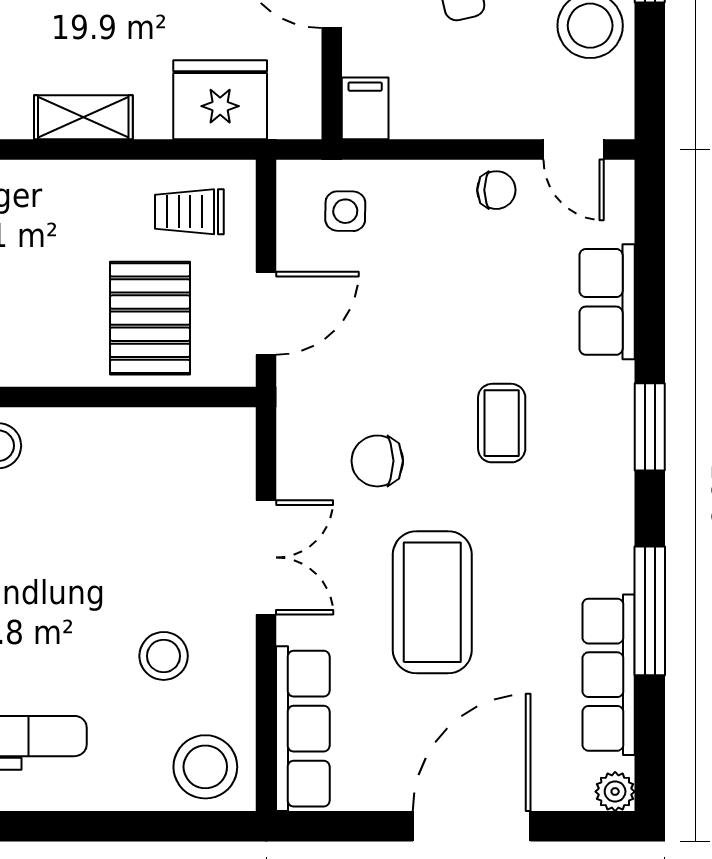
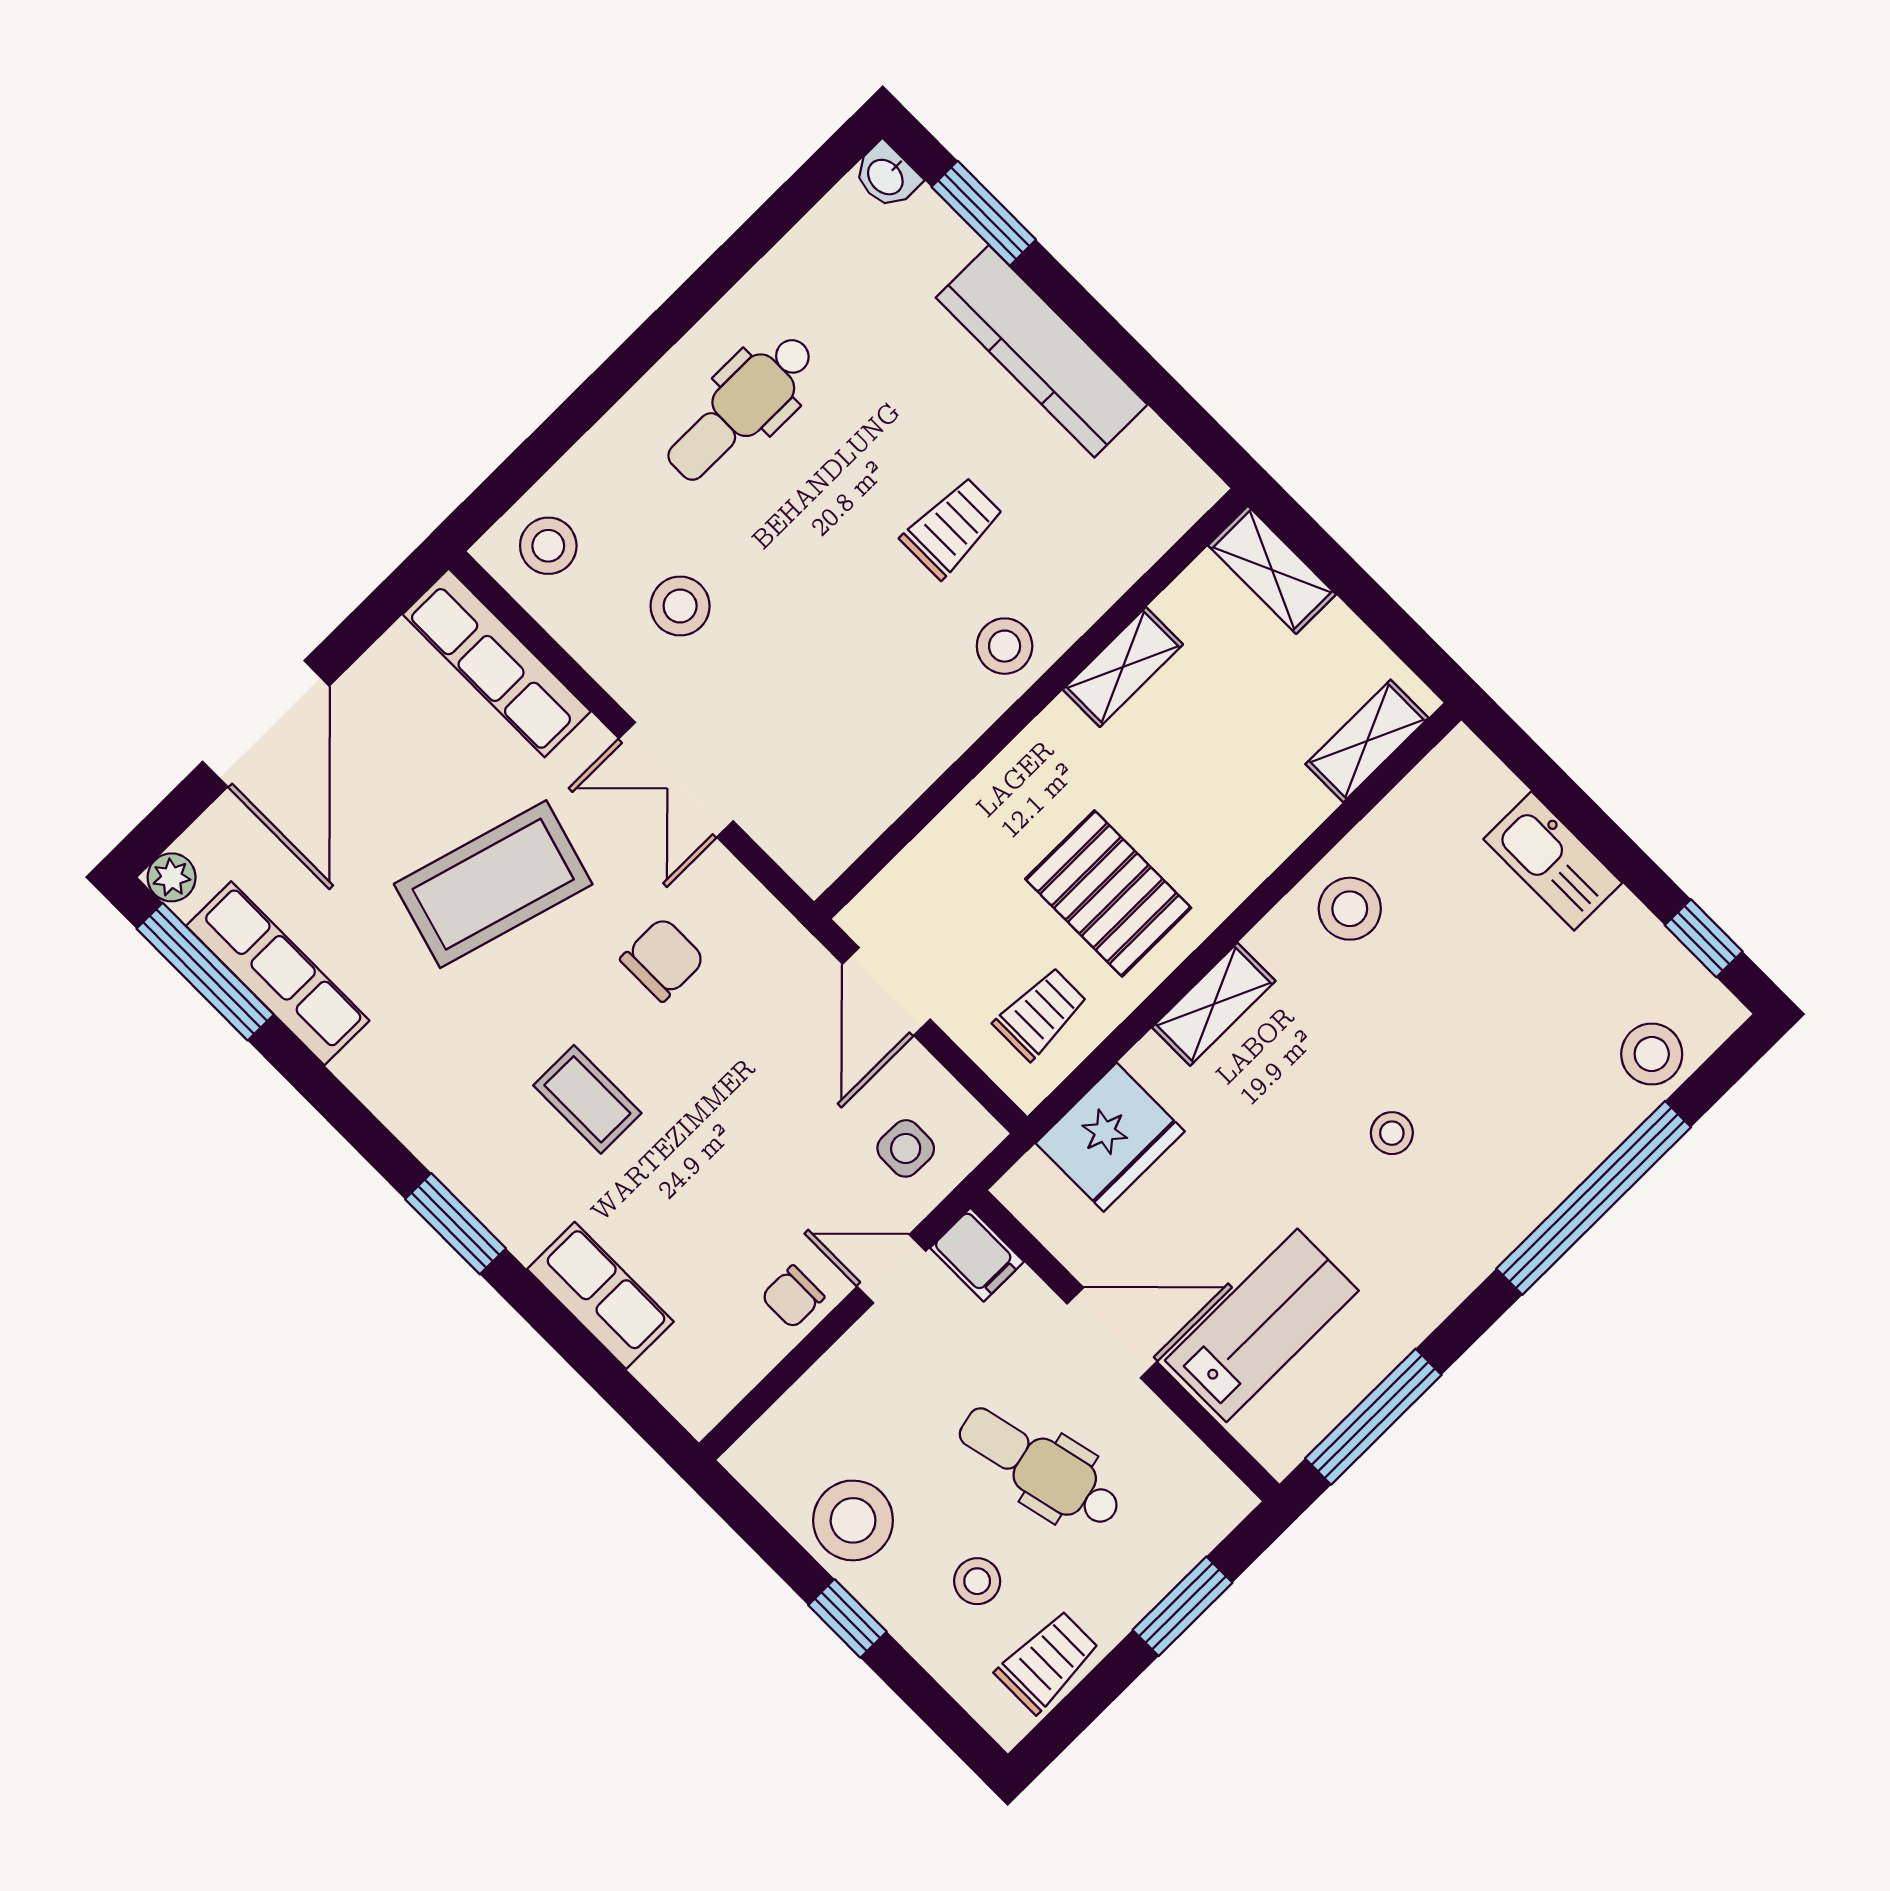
door: (574, 150) -> (891, 1269), moved
pallet: (150, 318) -> (1108, 893), moved
coffee table: (432, 602) -> (493, 884), turned -74
window: (650, 611) -> (205, 972), moved
stool: (205, 767) -> (548, 546), width x0.73, depth x0.73

